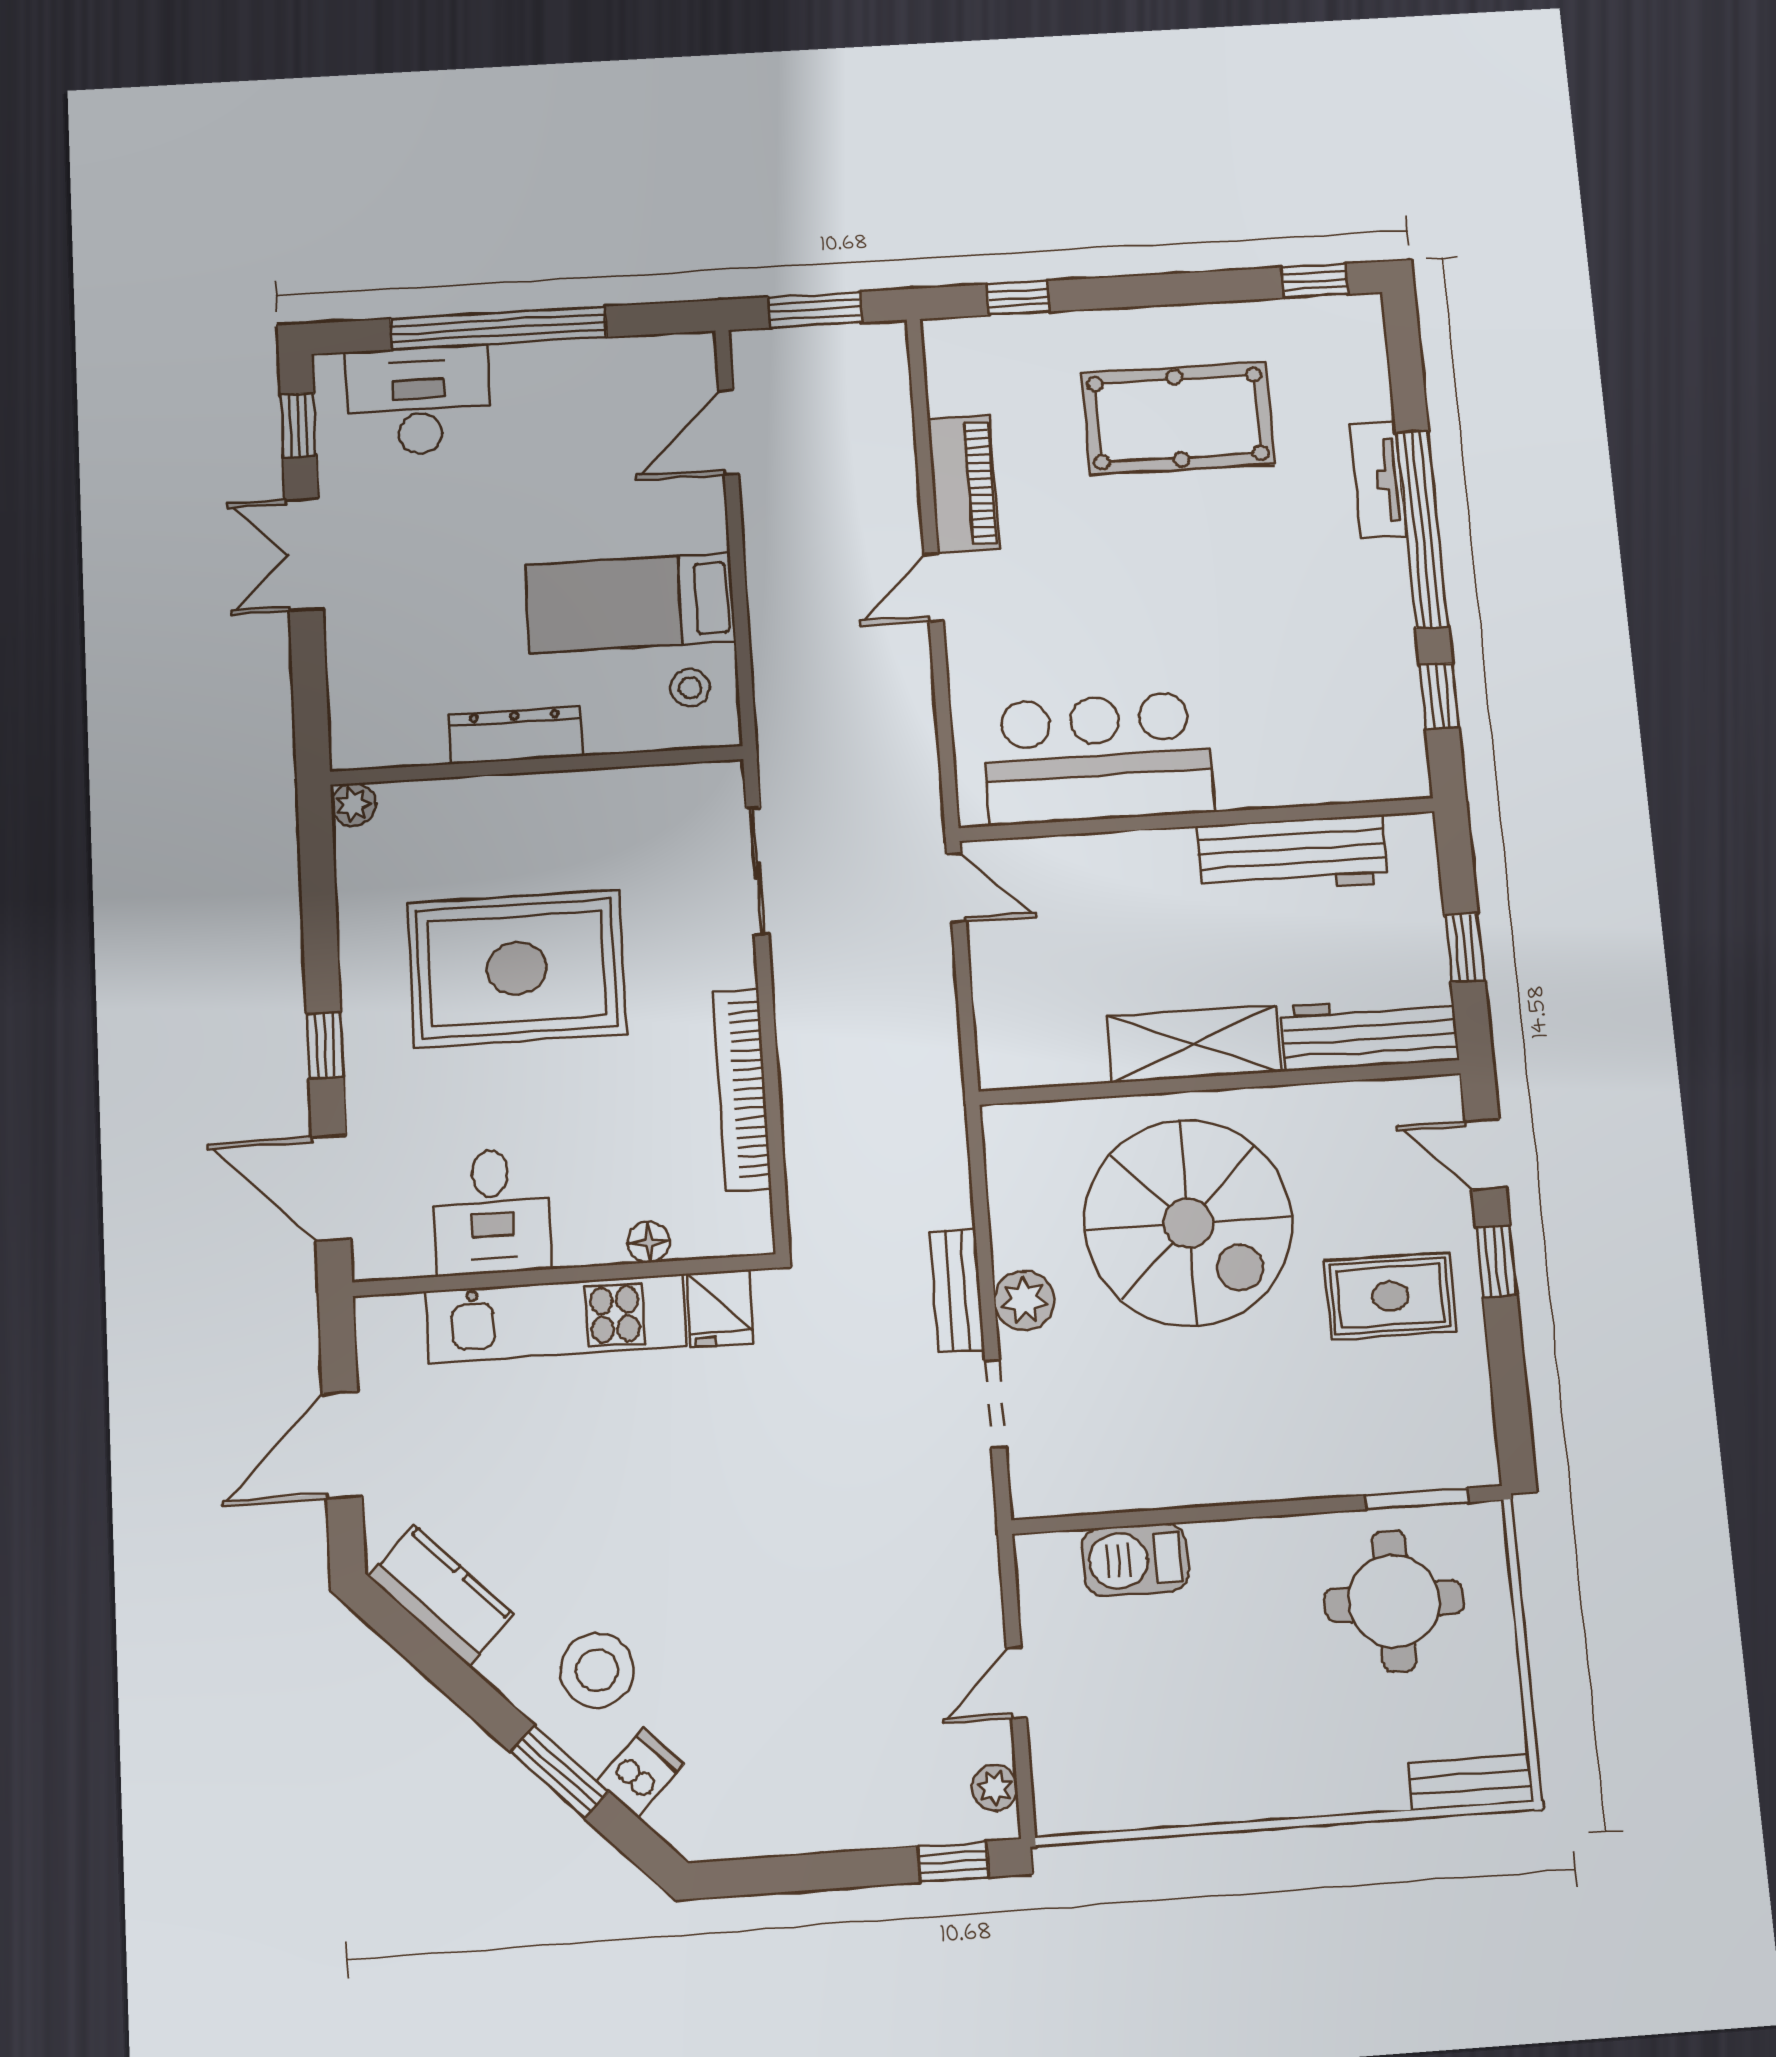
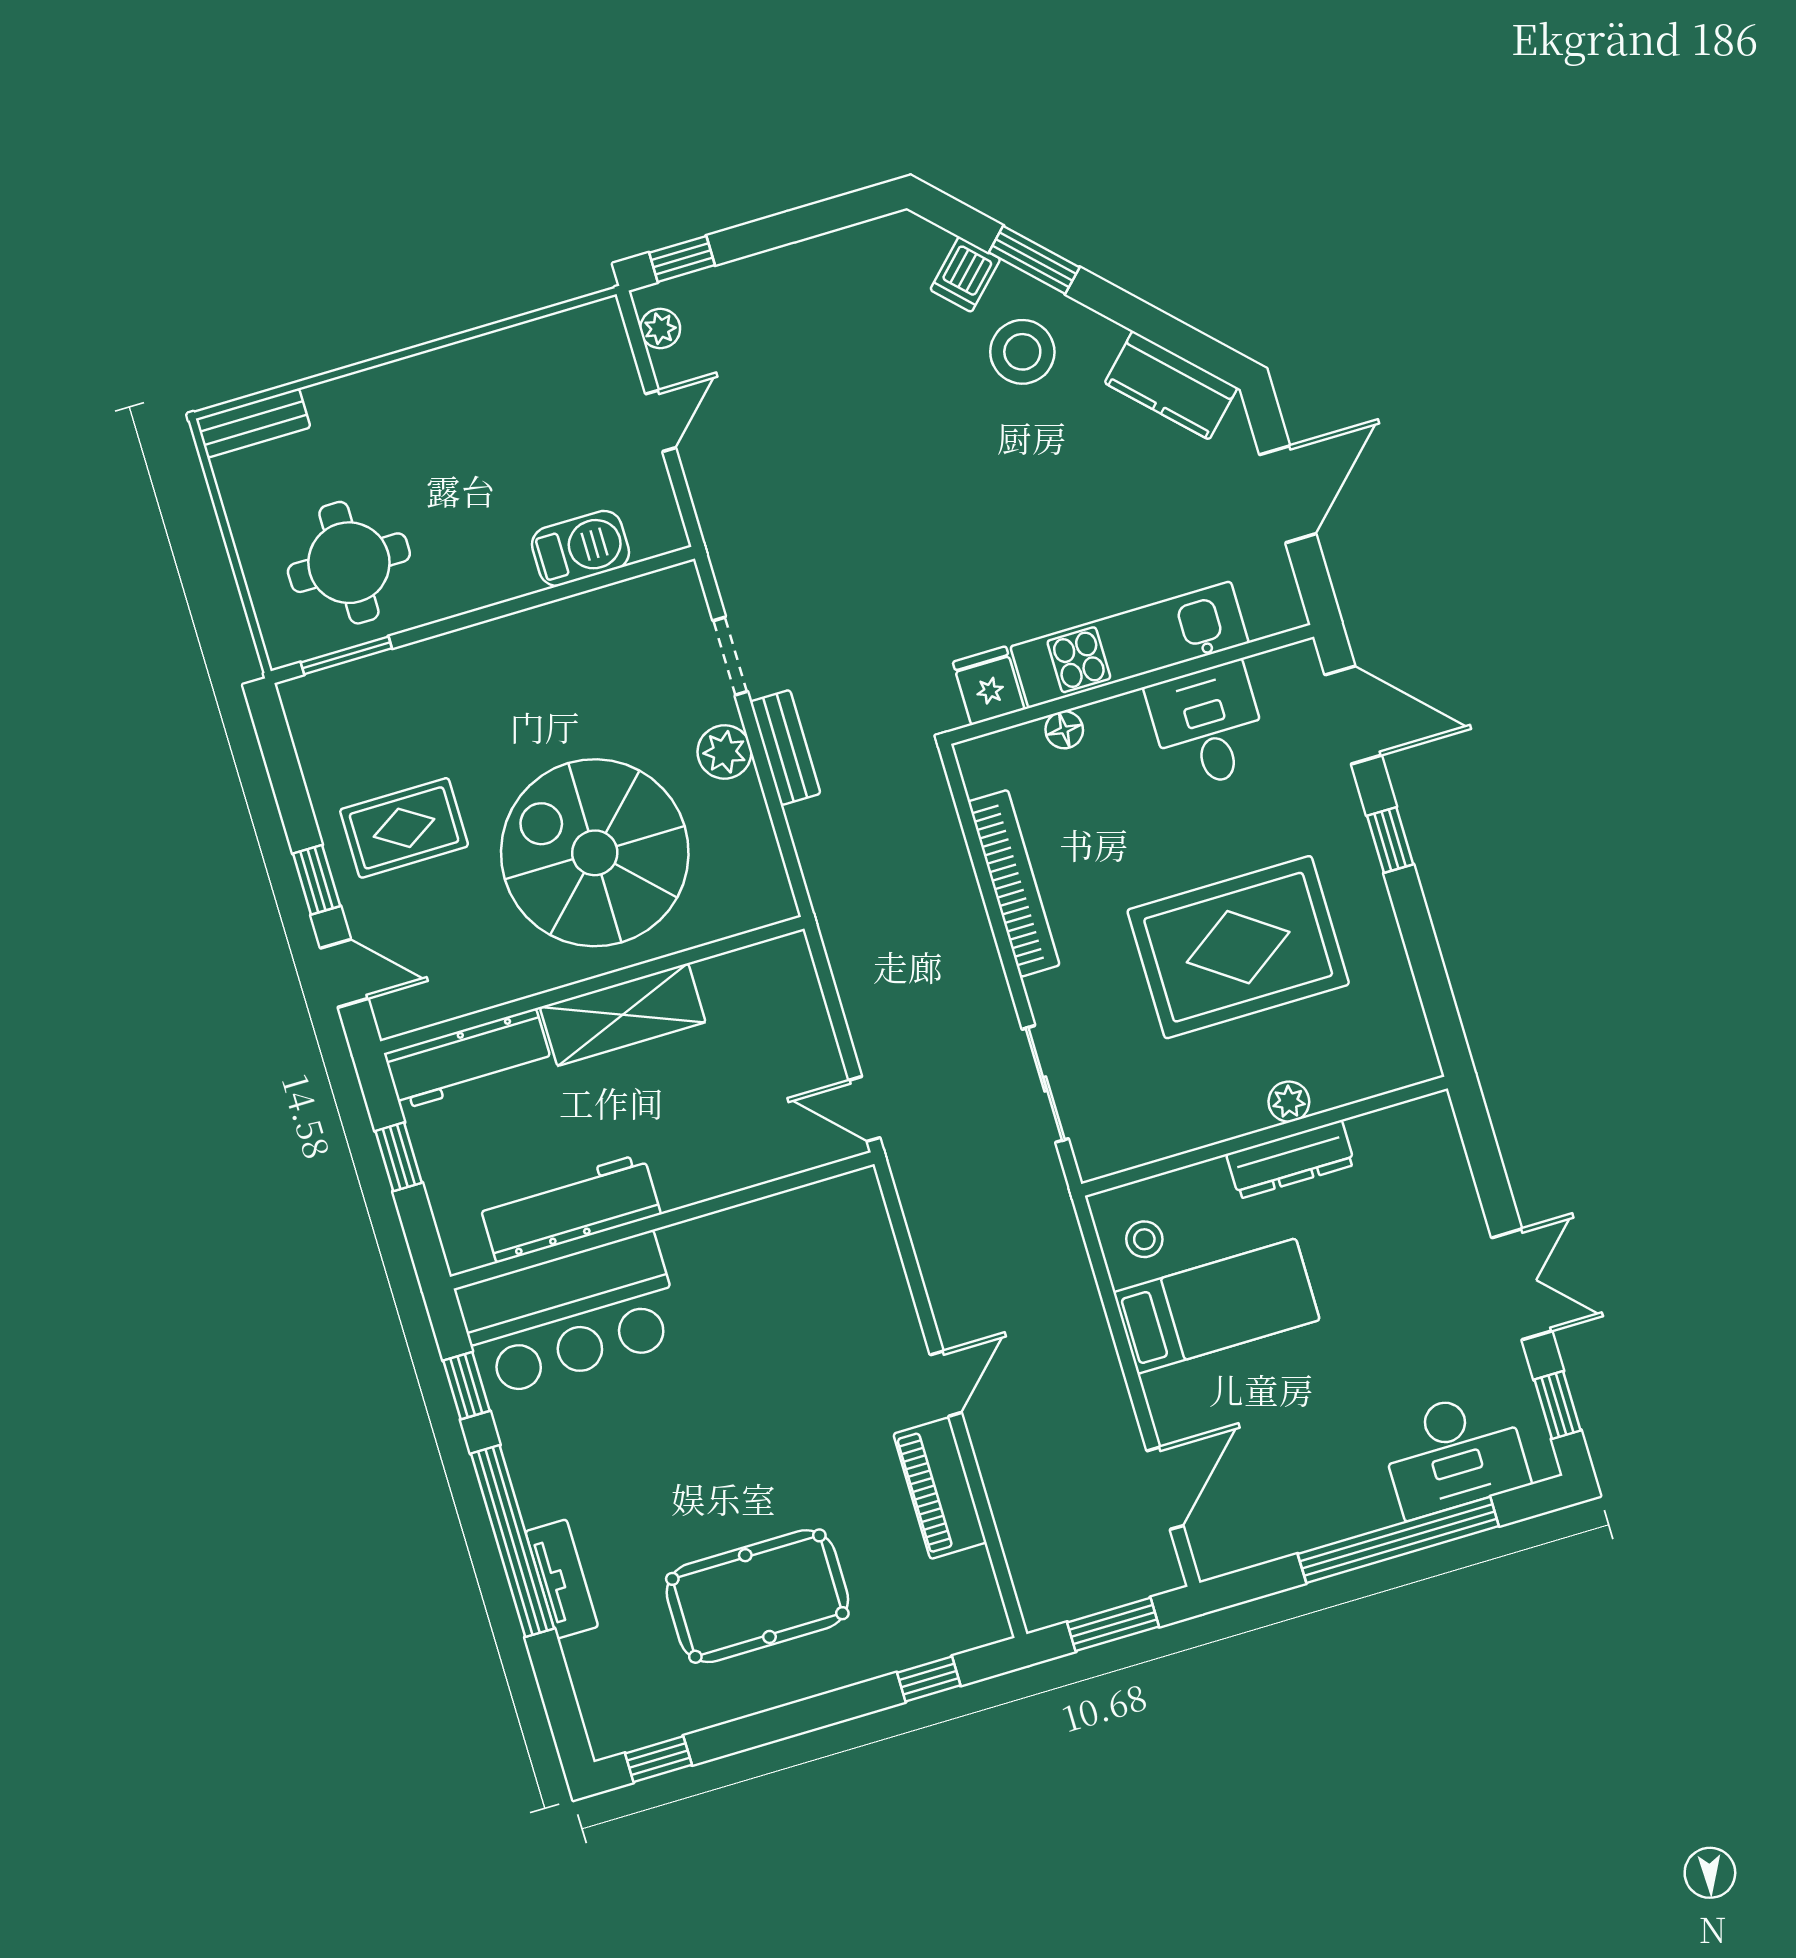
bar counter: (1098, 758) -> (570, 1315), moved
plant: (353, 805) -> (1289, 1102), moved

